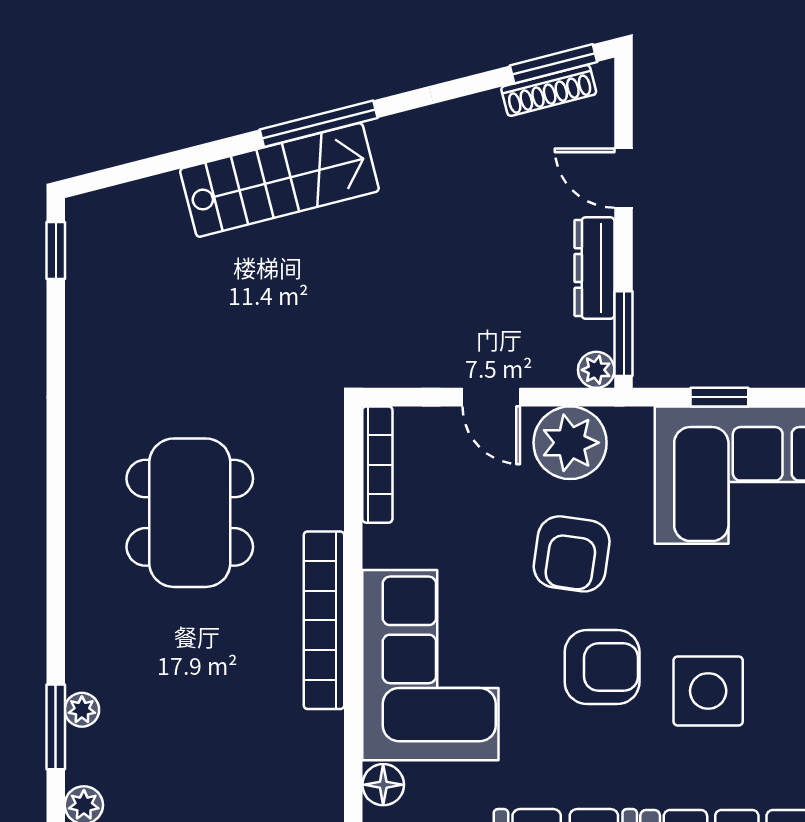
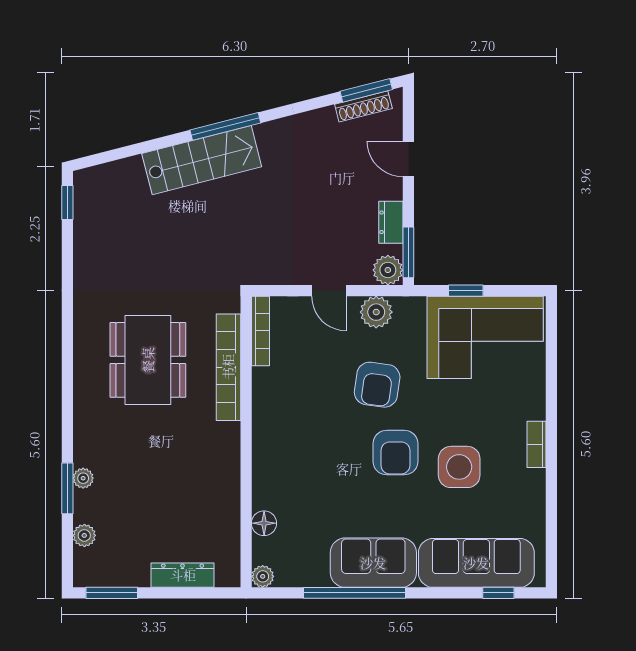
dresser: (594, 268) -> (391, 222), width x0.70
plant: (596, 370) -> (388, 270), width x1.38, depth x1.38
plant: (570, 443) -> (376, 312), width x0.73, depth x0.73
bookcase: (324, 620) -> (228, 367), moved
corner sofa: (430, 665) -> (292, 451), removed
armchair: (602, 667) -> (395, 453), turned 90

